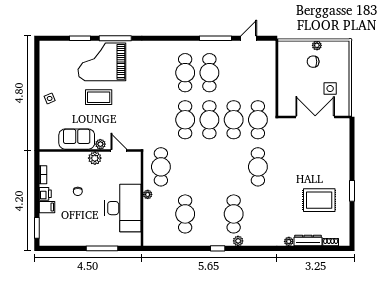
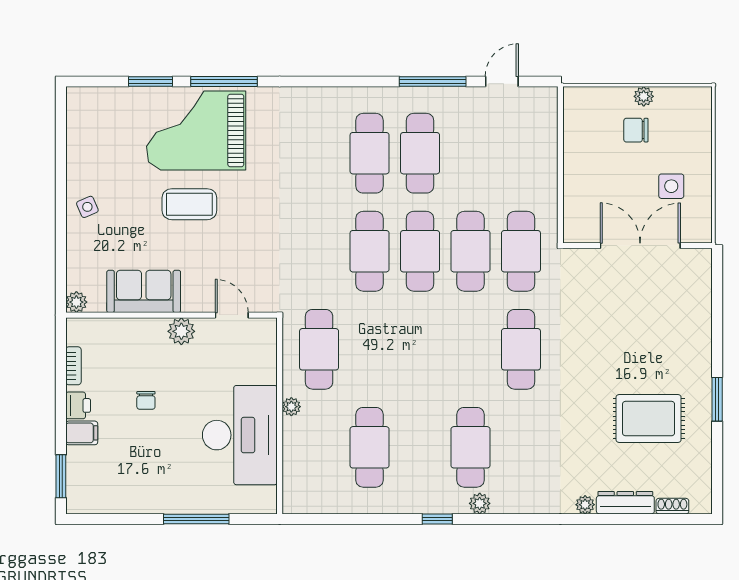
plant: (100, 144) -> (76, 302), moved

